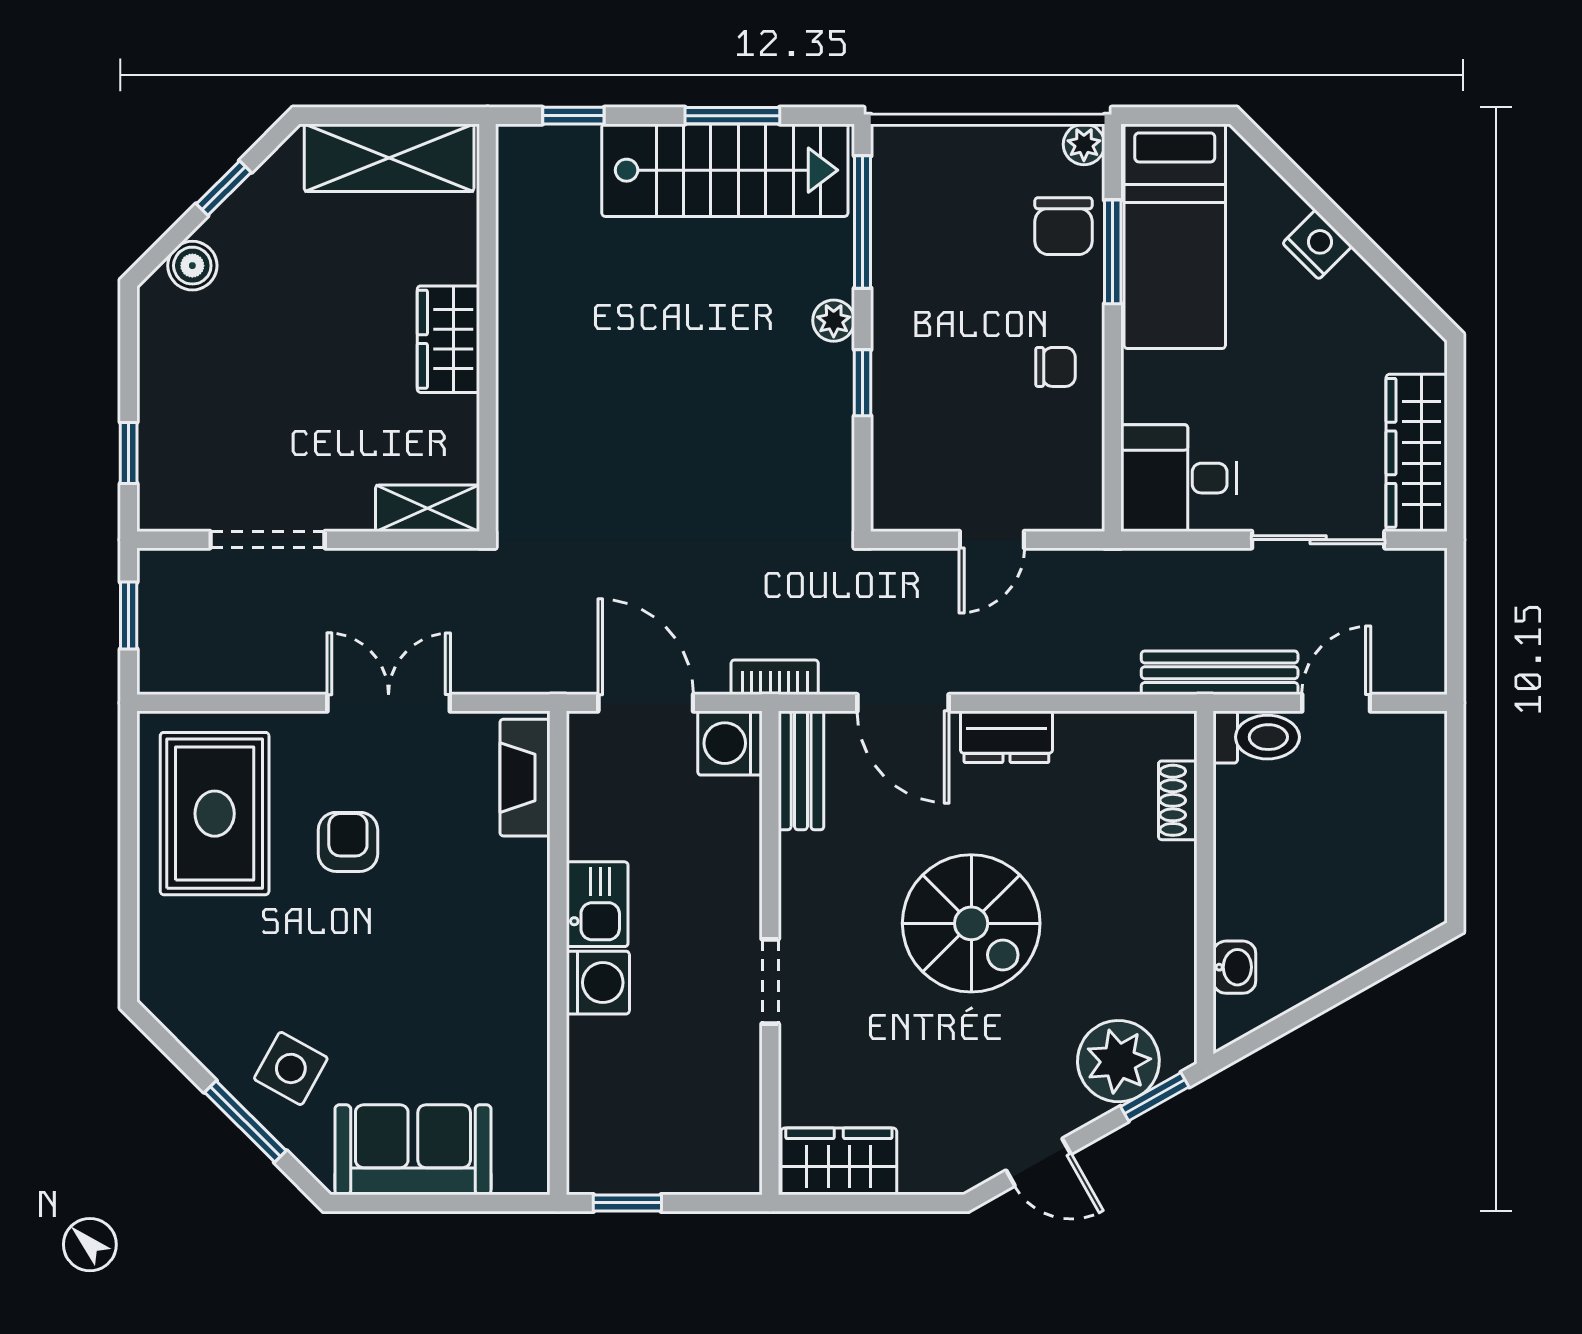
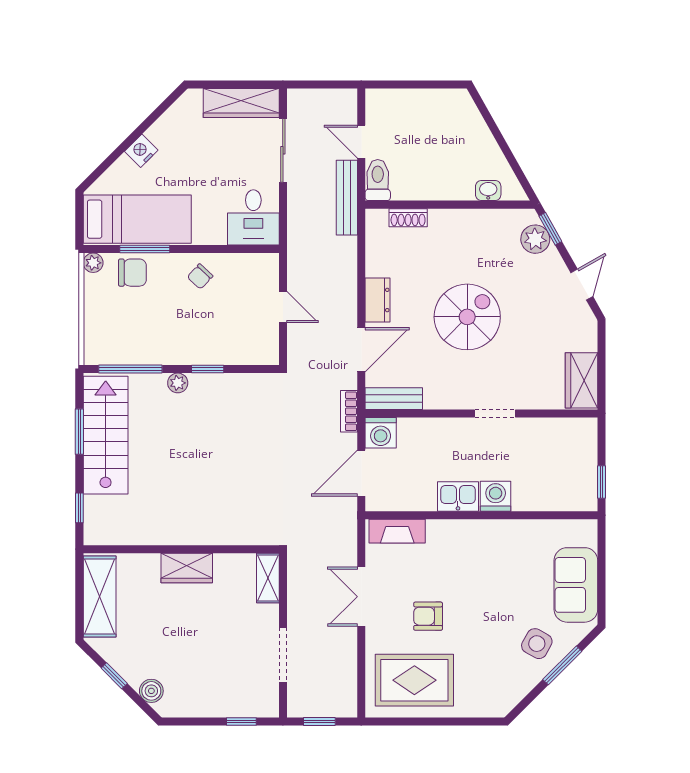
chair: (1055, 367) -> (200, 276), turned -137
plant: (1118, 1061) -> (535, 239), width x0.73, depth x0.73

